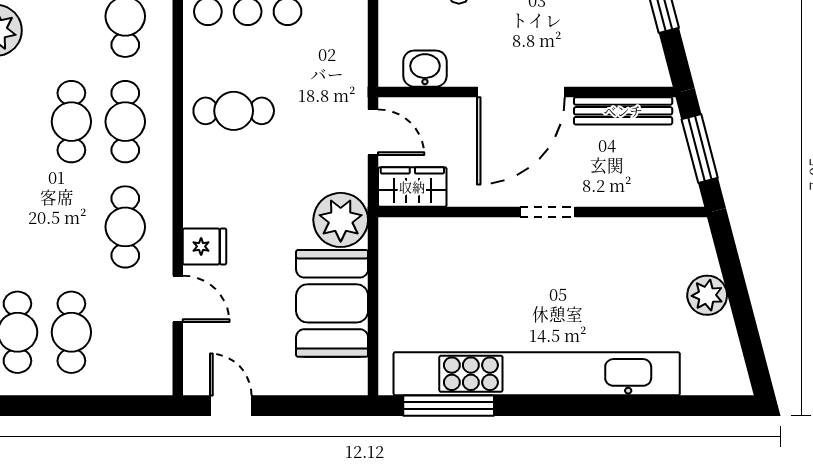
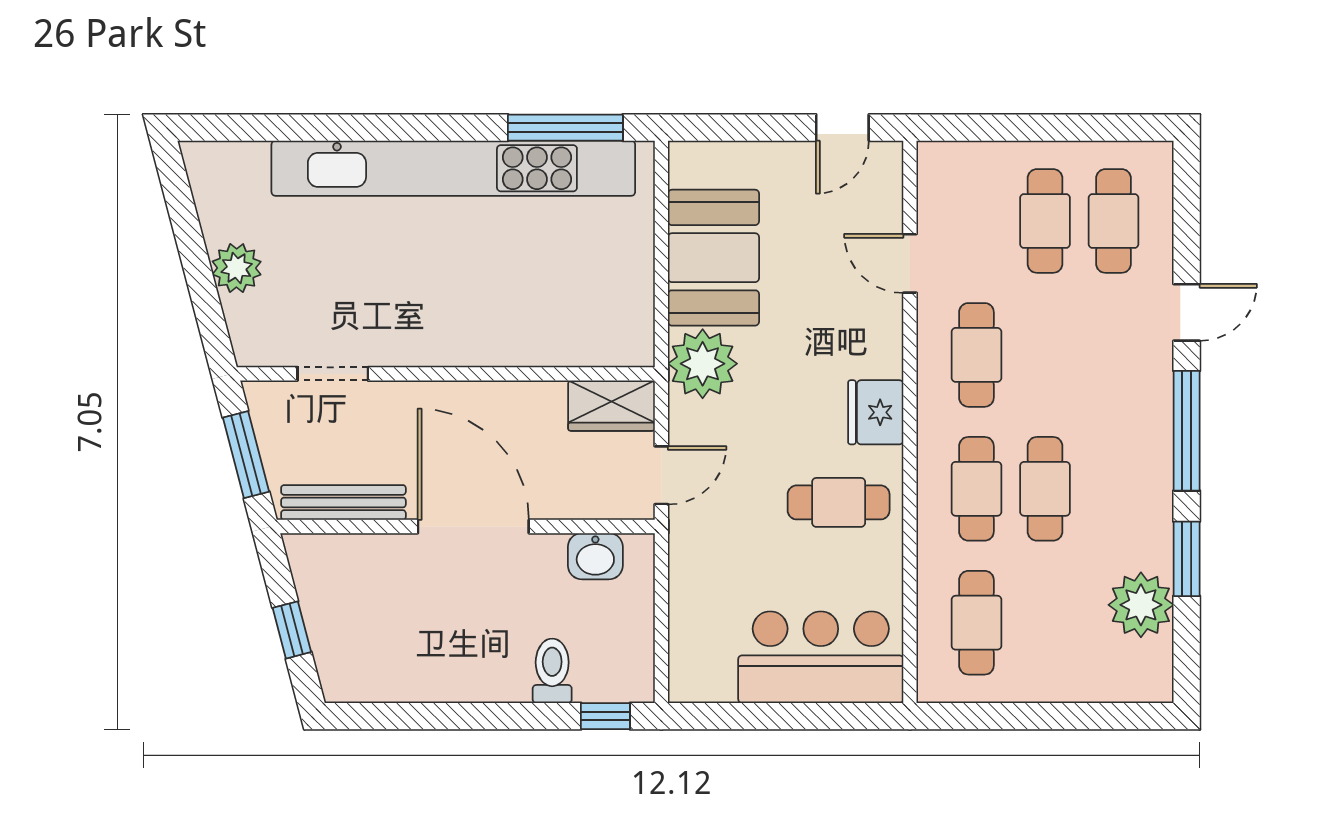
door: (521, 92) -> (473, 526), hinge flipped
door: (373, 132) -> (661, 475), swing flipped
doorway: (548, 212) -> (333, 374), moved
fridge: (204, 246) -> (876, 412), moved, width x1.38
door: (231, 406) -> (842, 128), hinge flipped

